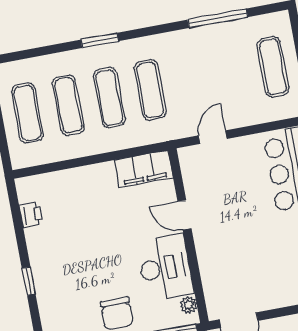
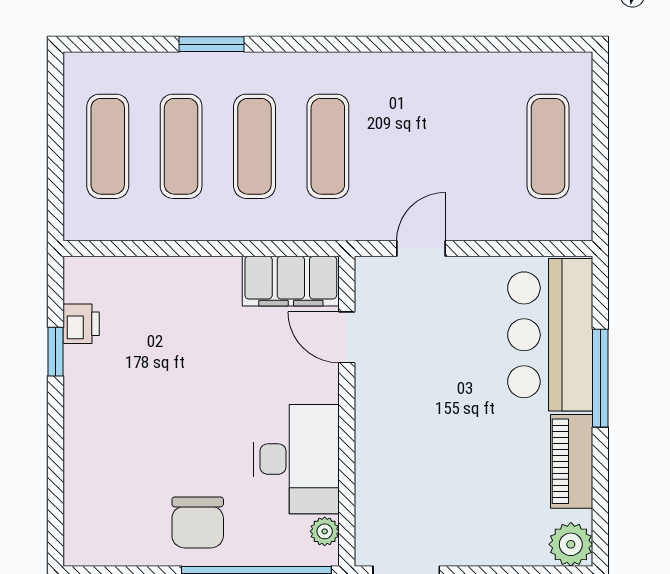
window: (218, 18) -> (468, 44), removed
window: (100, 40) -> (211, 44), moved
door: (185, 215) -> (347, 337), moved
window: (29, 281) -> (55, 352), moved

